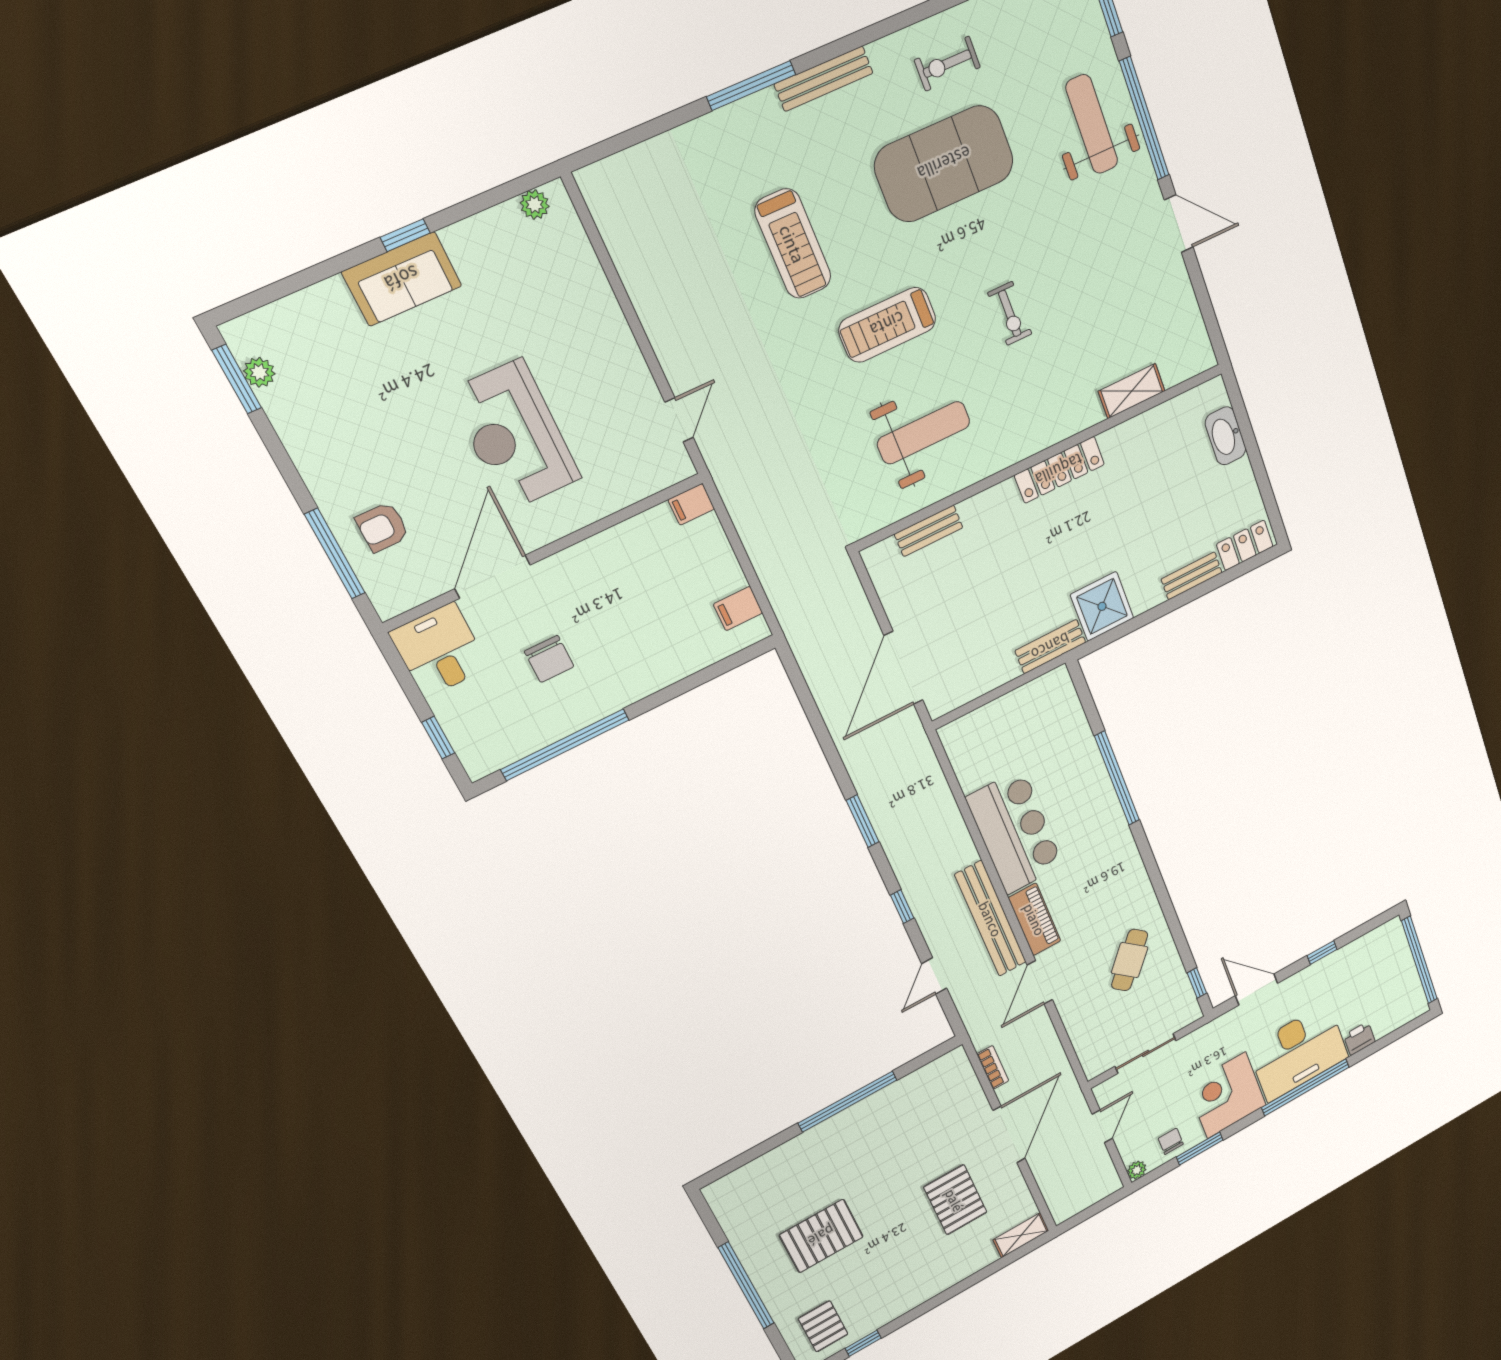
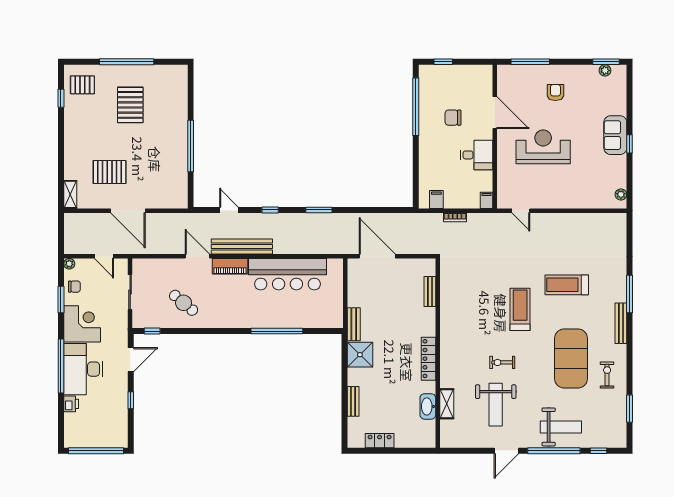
weight bench: (924, 433) -> (496, 405), moved
washbasin: (1225, 436) -> (428, 406), moved, turned -90
armchair: (382, 527) -> (555, 93), moved
locker: (1245, 545) -> (380, 441), moved, turned -90
desk: (439, 650) -> (477, 155), moved
bar counter: (1015, 832) -> (287, 274), width x1.36
bookcase: (993, 1067) -> (455, 217), moved

